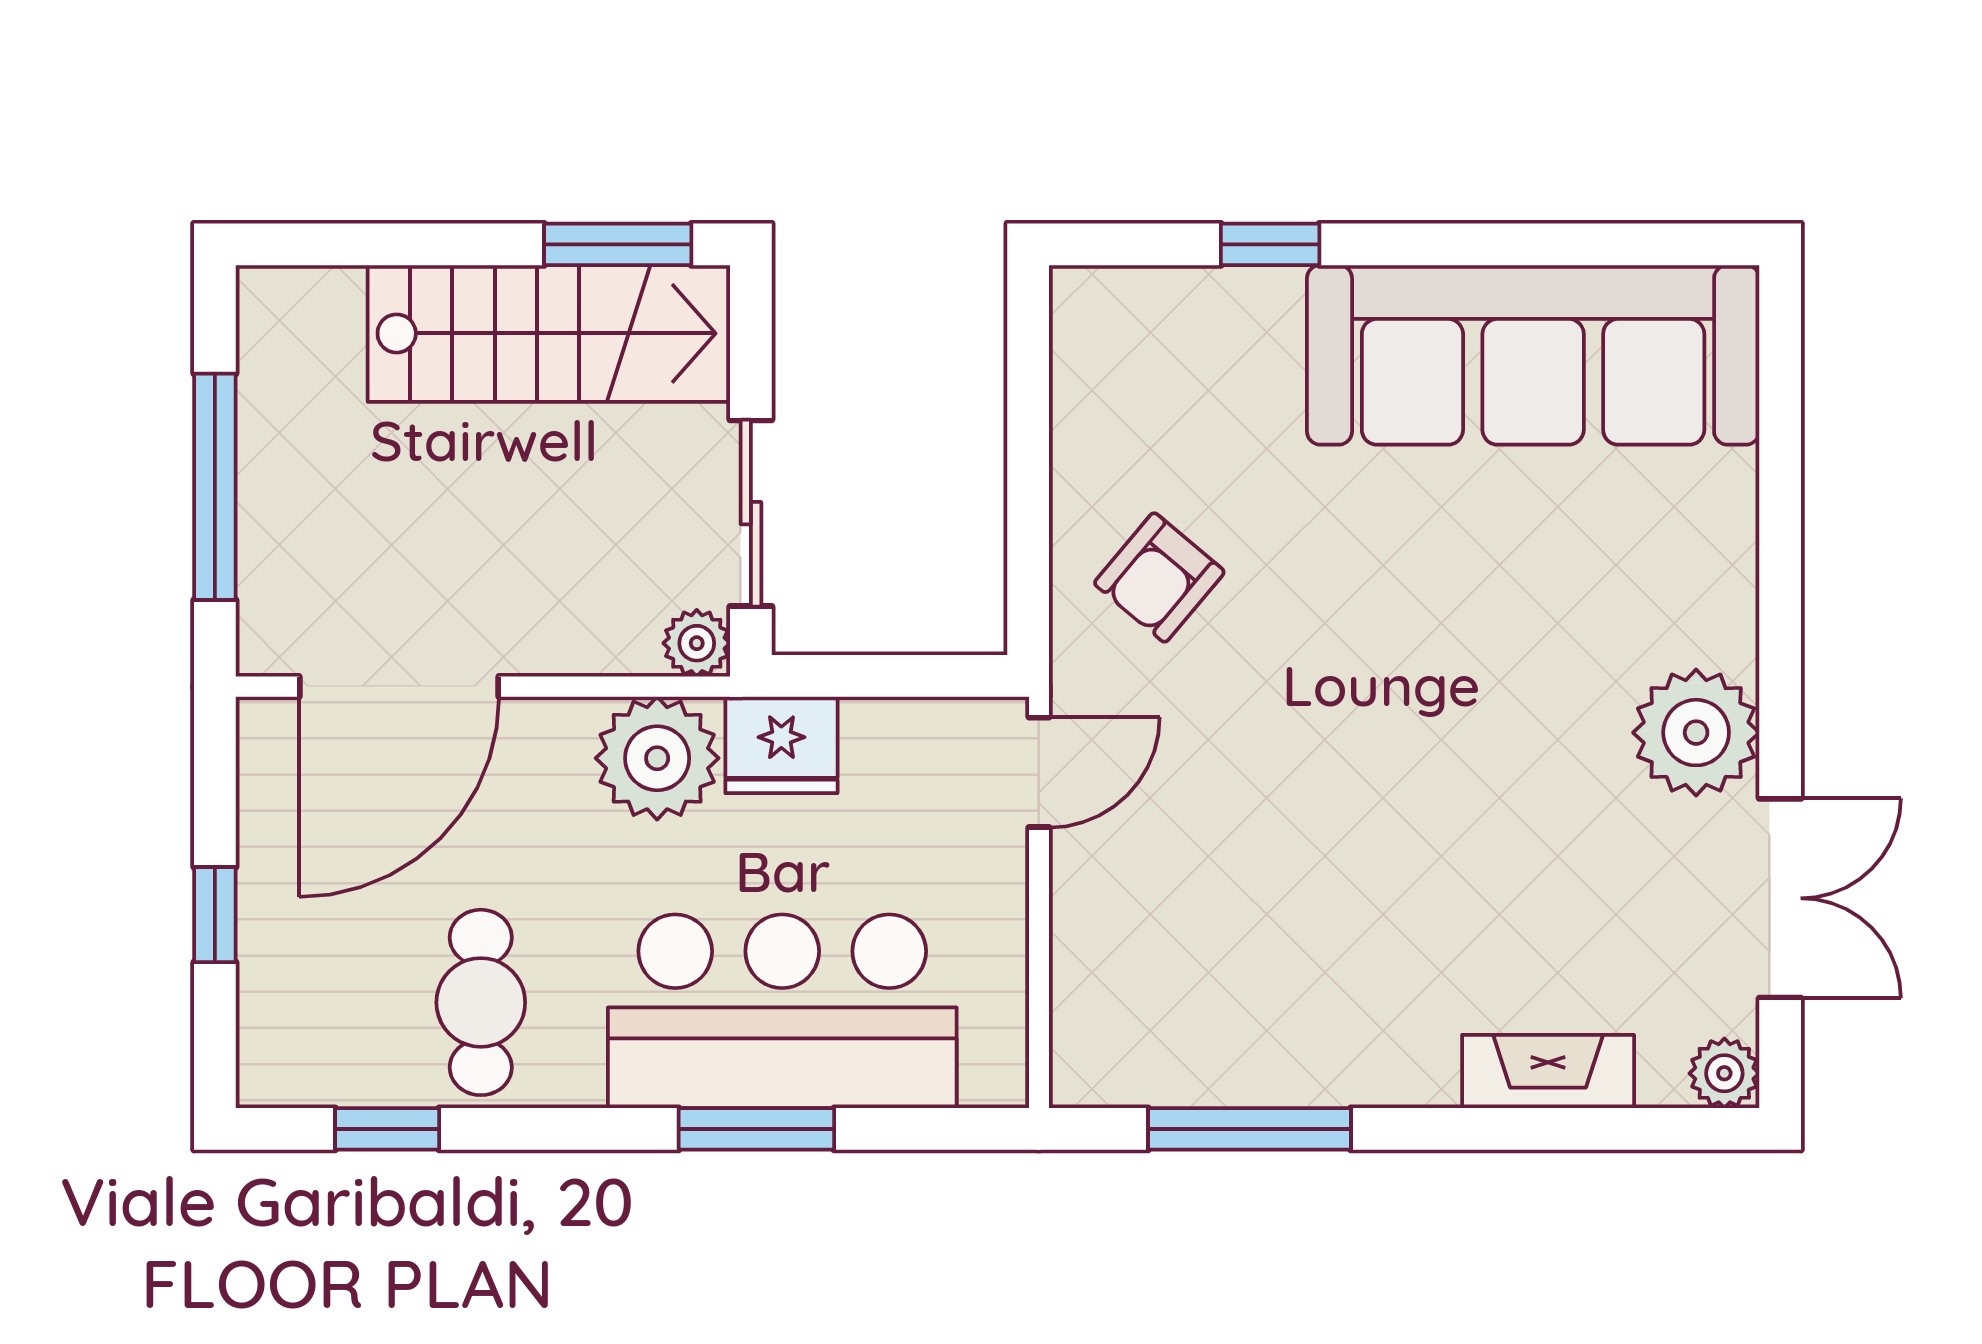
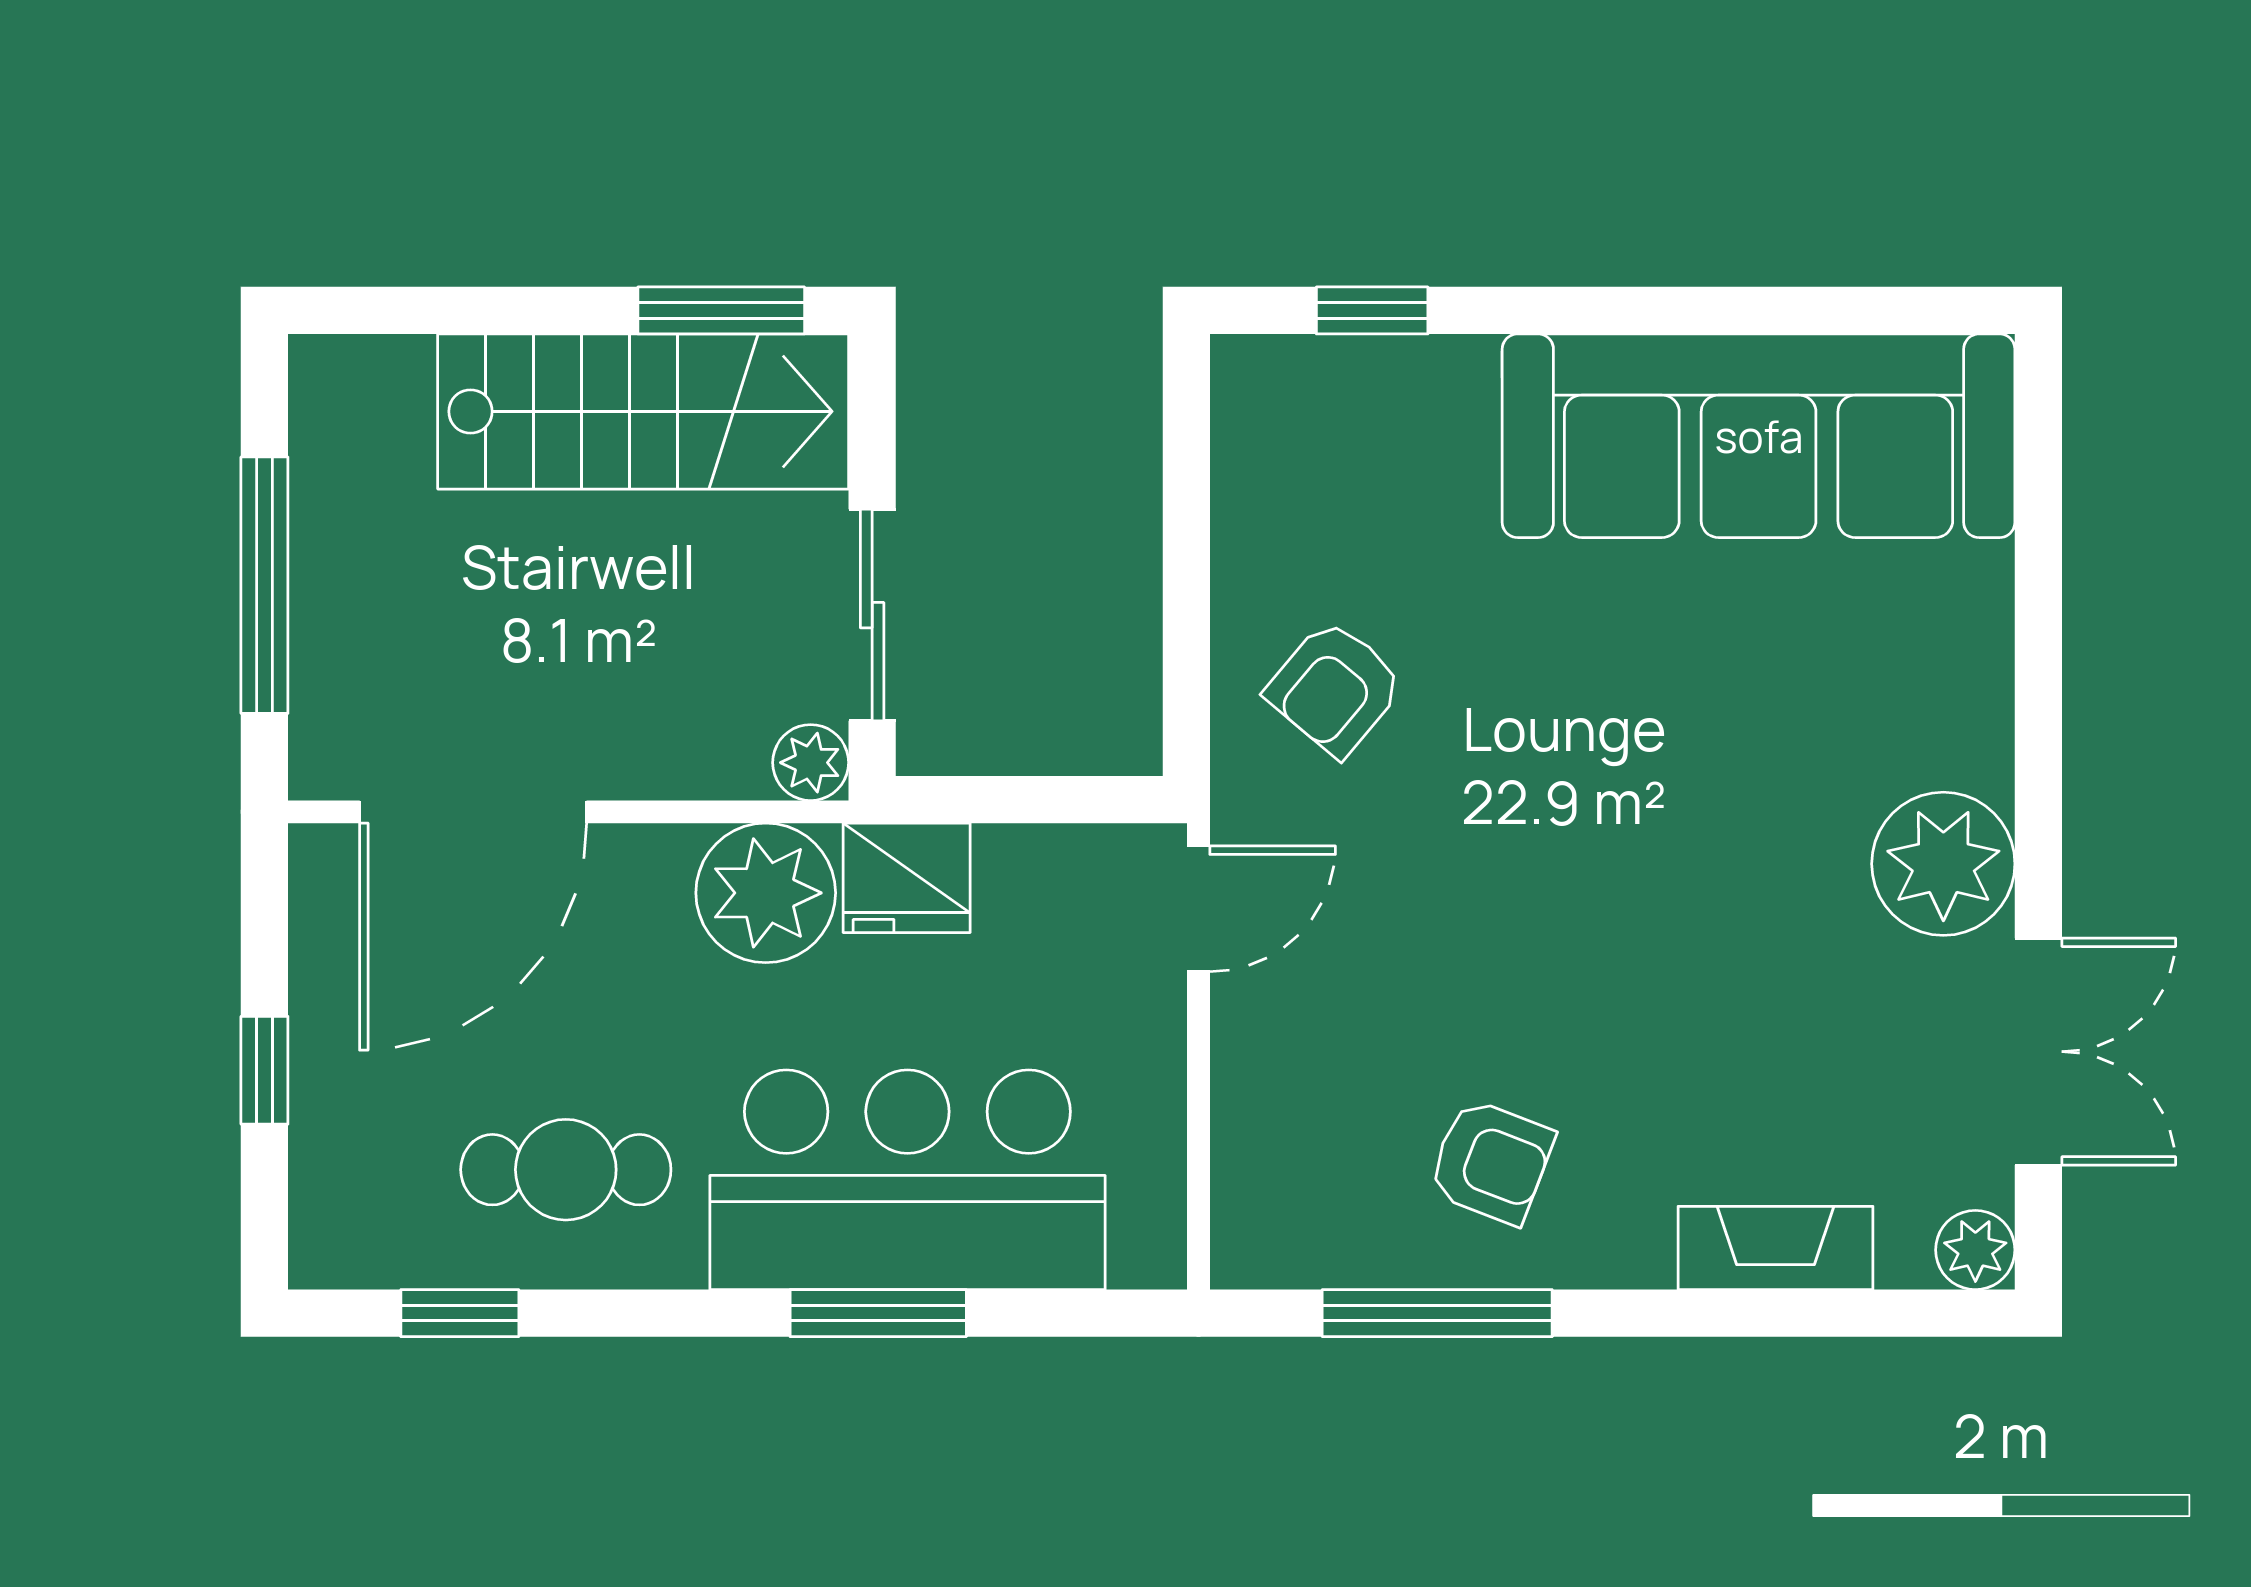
window: (1270, 244) -> (1372, 310), moved
armchair: (1297, 995) -> (1491, 1162), added
cafe table: (481, 1002) -> (566, 1170), turned 90

